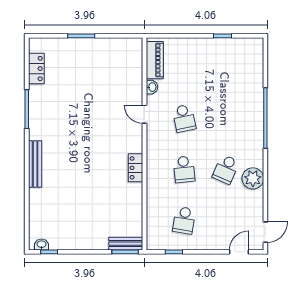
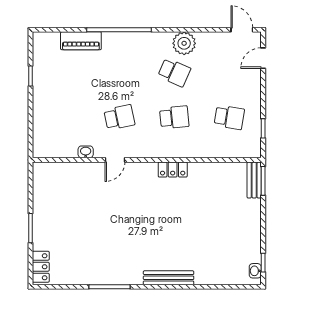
piano: (155, 60) -> (81, 41), moved, turned 180
locker: (36, 69) -> (41, 267), moved, turned 90
door: (239, 252) -> (263, 58), hinge flipped

